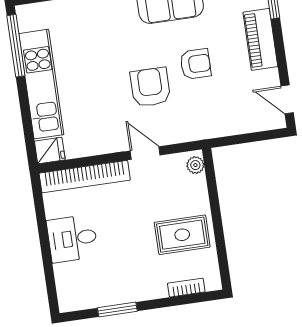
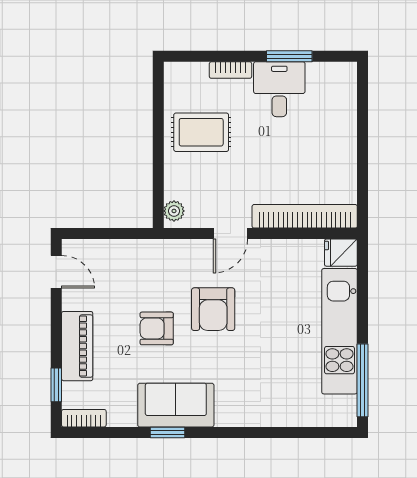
door: (145, 153) -> (230, 234), hinge flipped
desk: (72, 239) -> (279, 89), moved, turned -90
bookcase: (186, 288) -> (231, 70), moved

